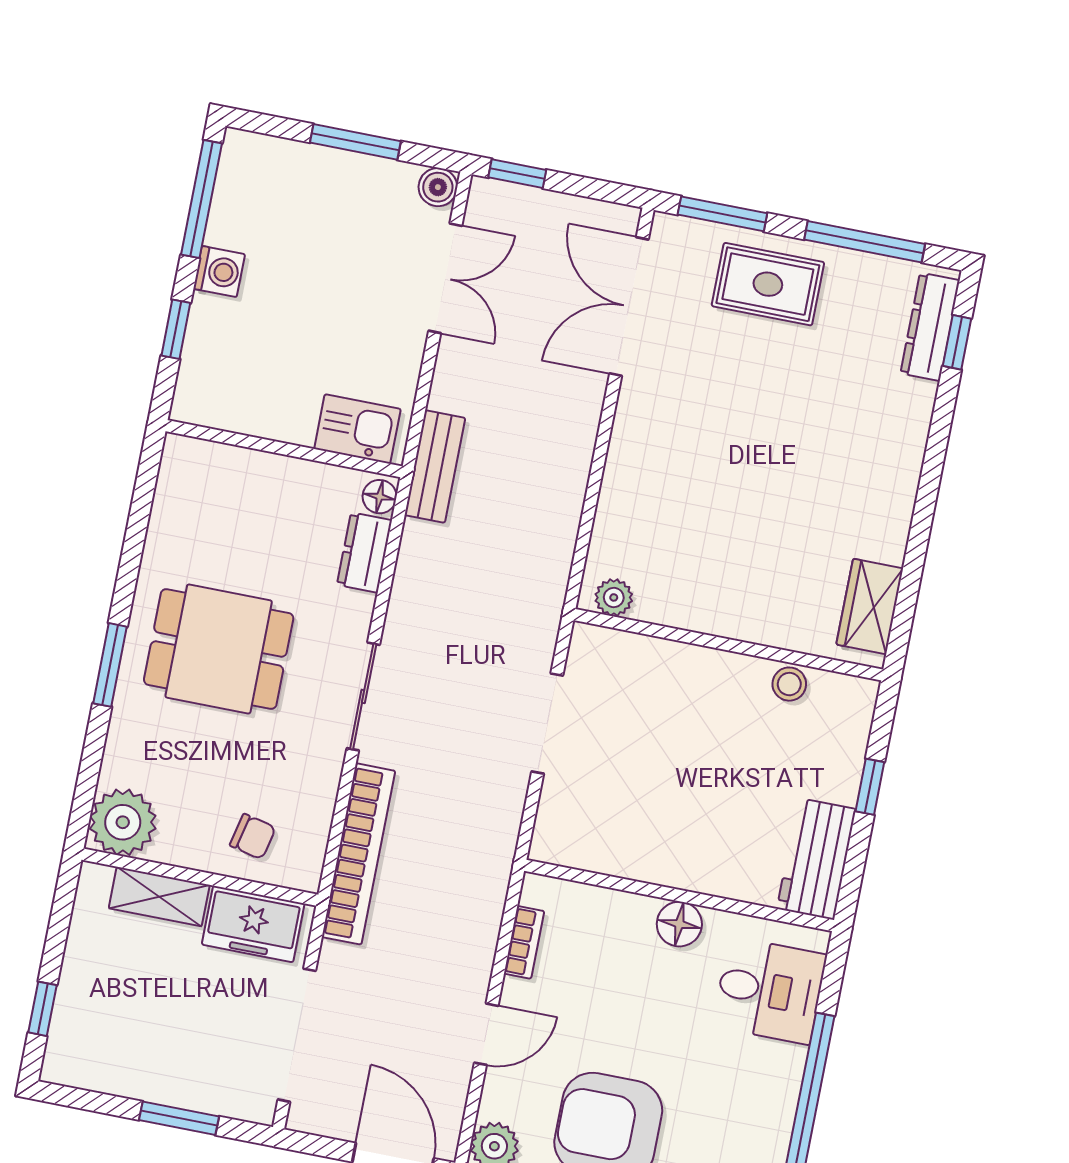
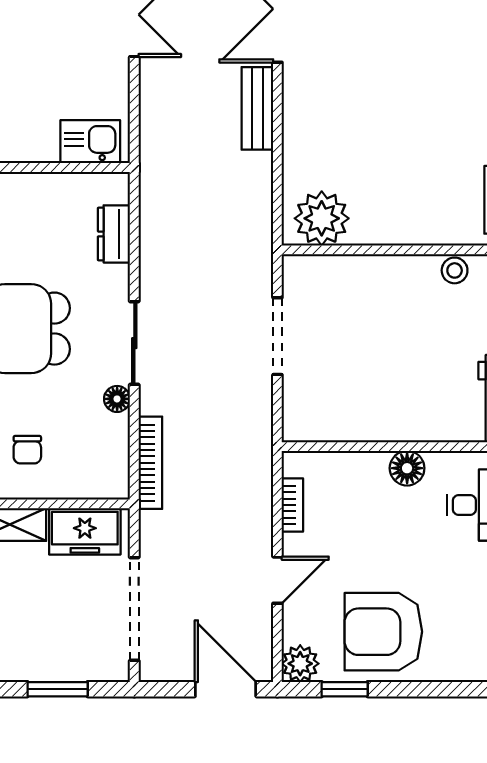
bench: (435, 467) -> (257, 108), moved
floor lamp: (380, 497) -> (117, 399), moved
plant: (614, 597) -> (322, 218), width x1.87, depth x1.87
chair: (253, 837) -> (27, 450), moved, turned 77
bookcase: (358, 854) -> (150, 463), width x0.68, depth x0.76

